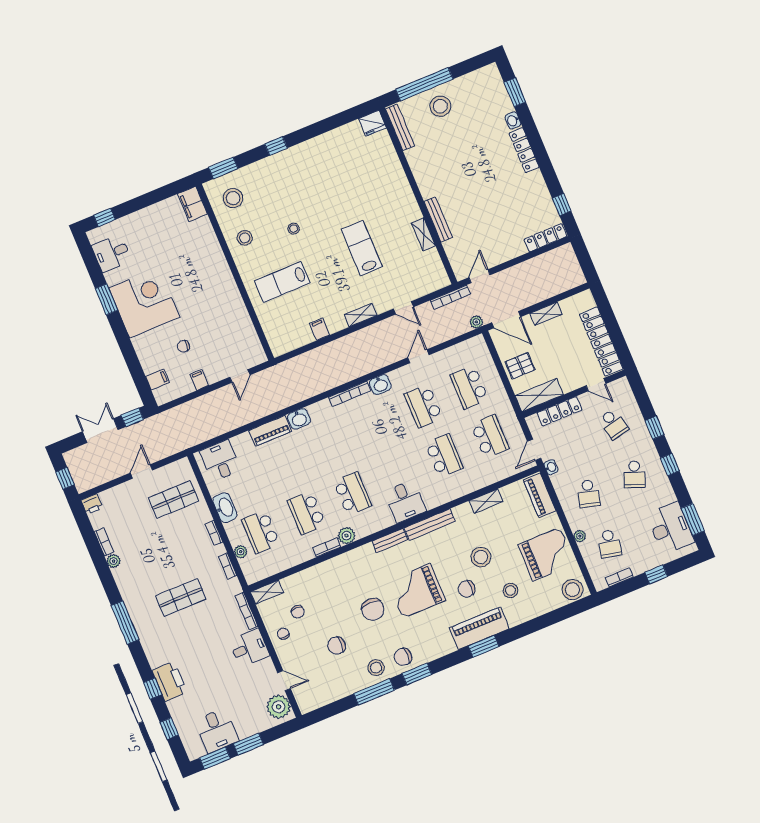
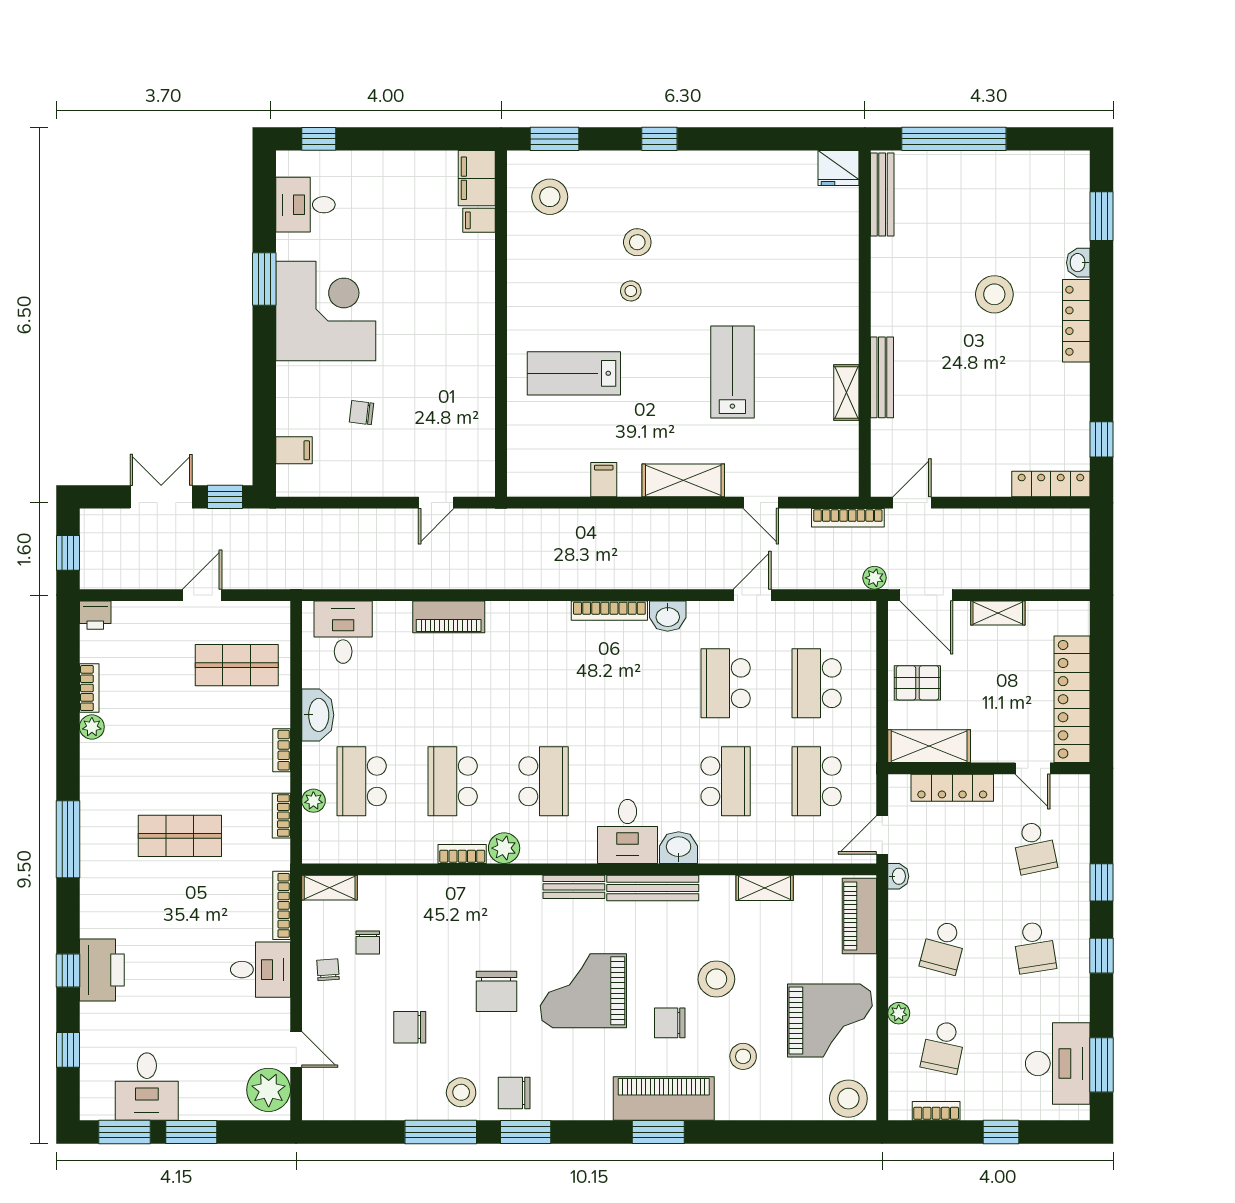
stool: (440, 106) -> (994, 294), moved
stool: (245, 238) -> (637, 242), moved
shelving: (361, 315) -> (683, 480), width x1.50, depth x1.33
filing cabinet: (199, 380) -> (479, 220), moved, turned -90
washbasin: (299, 419) -> (679, 848), moved, turned 180
school desk: (490, 436) -> (817, 781), turned 180
school desk: (634, 474) -> (1035, 947), turned -30

